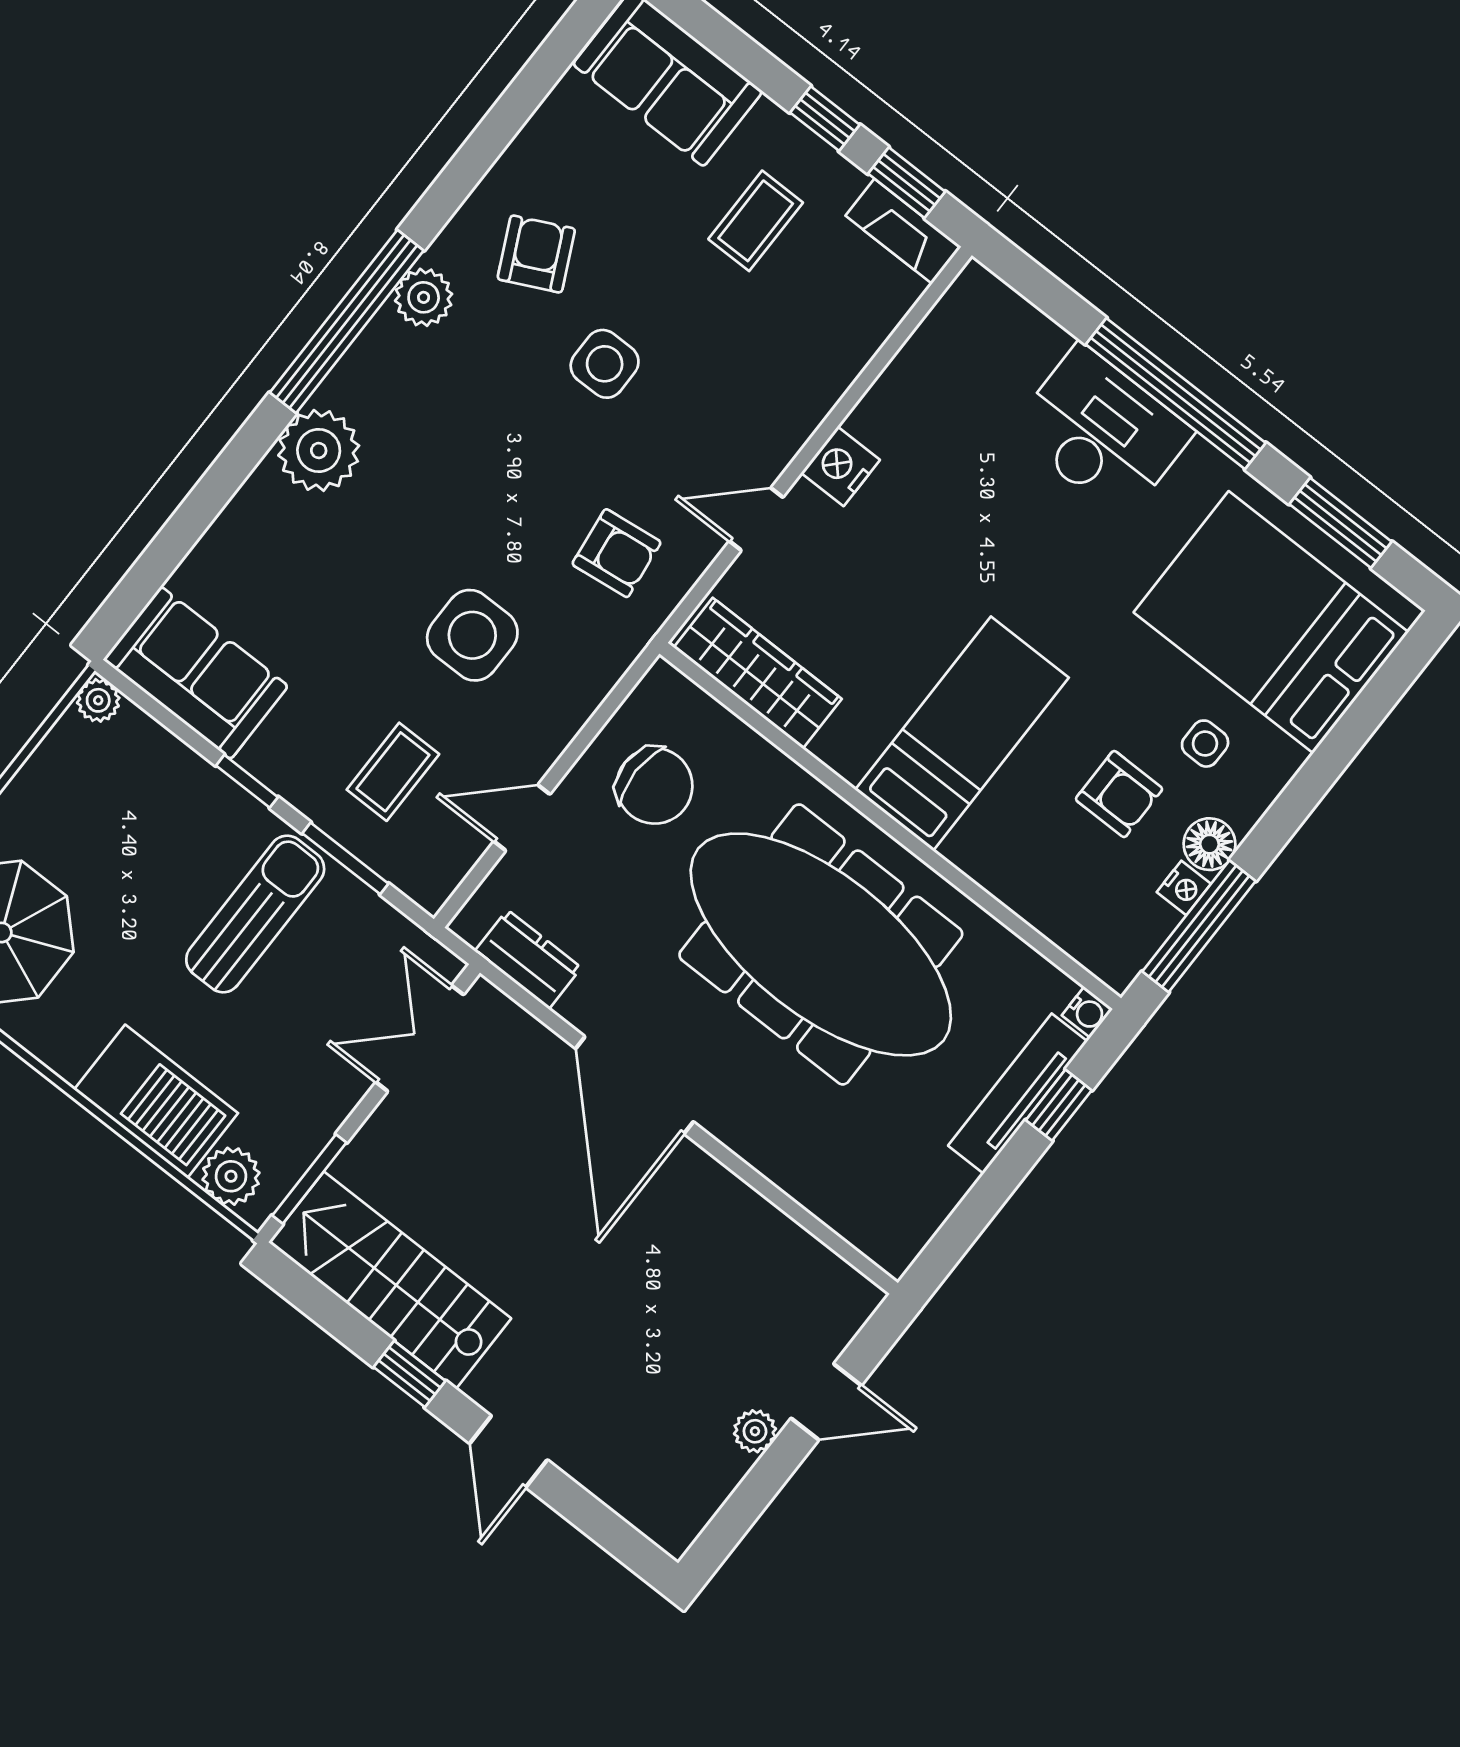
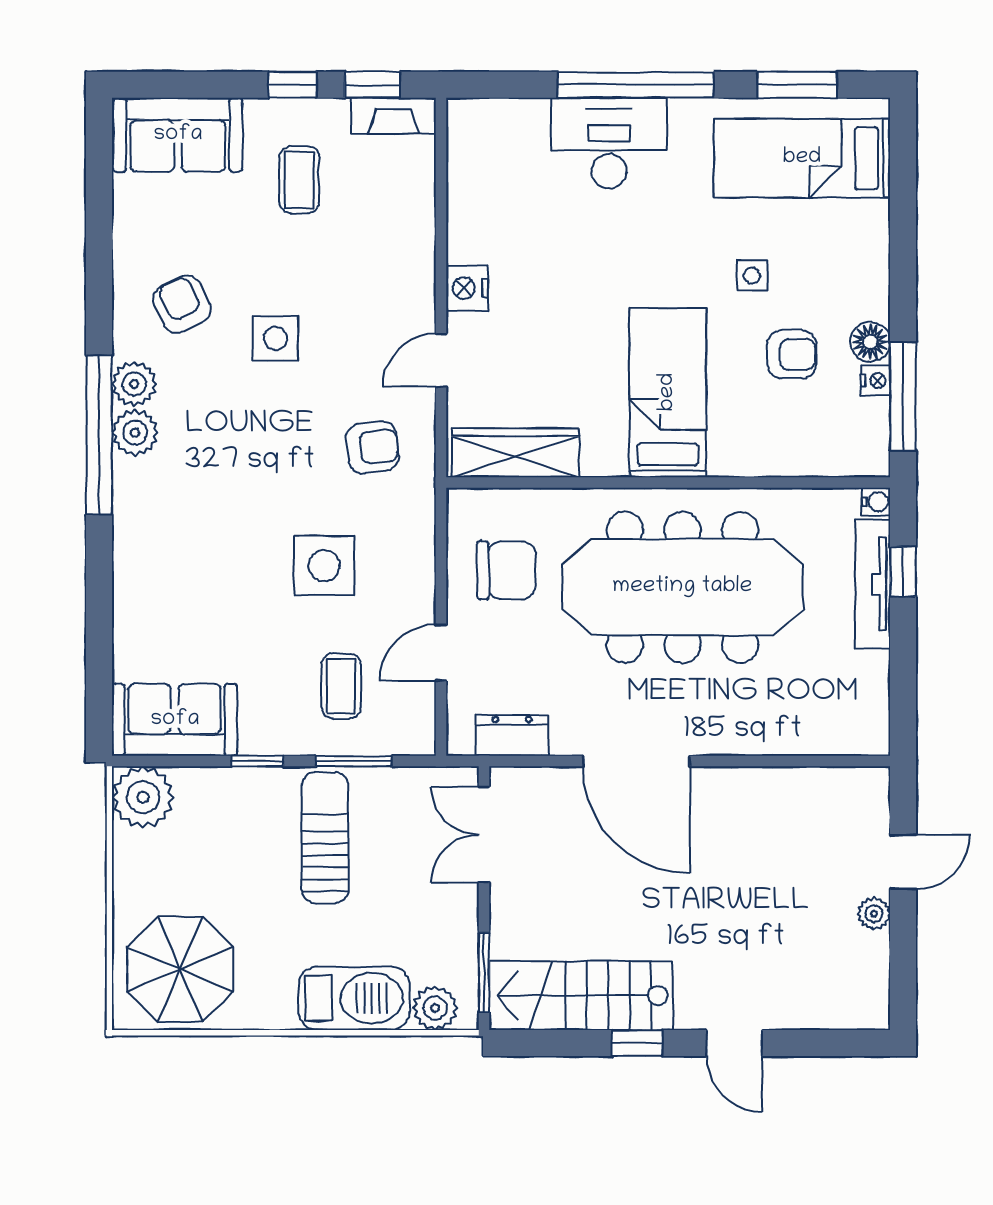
plant: (319, 450) -> (135, 433), moved, width x0.73, depth x0.73
bed: (1271, 622) -> (802, 158), width x0.67
plant: (98, 700) -> (143, 797), width x1.87, depth x1.87
side table: (1205, 744) -> (752, 275), moved

